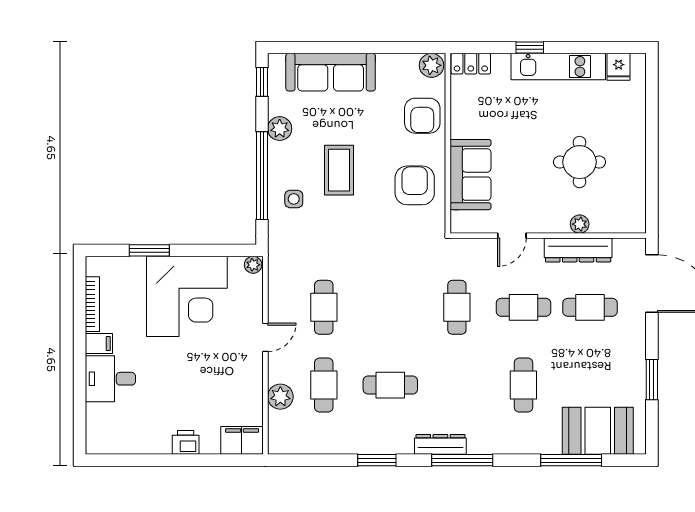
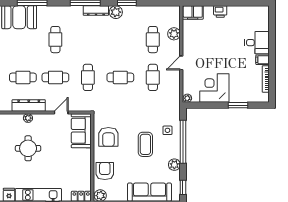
sofa: (470, 175) -> (81, 131), moved
corner desk: (187, 296) -> (214, 88), width x0.74, depth x0.74
cafe table: (390, 385) -> (120, 77), moved
plant: (400, 441) -> (116, 12), added

